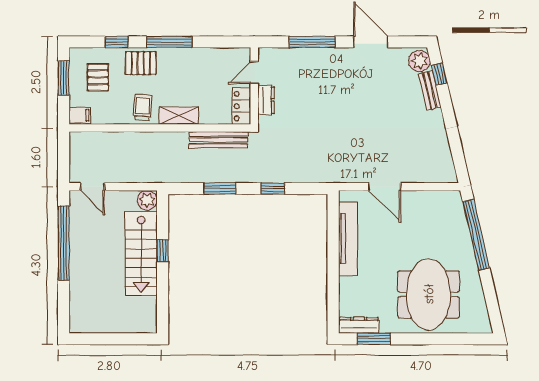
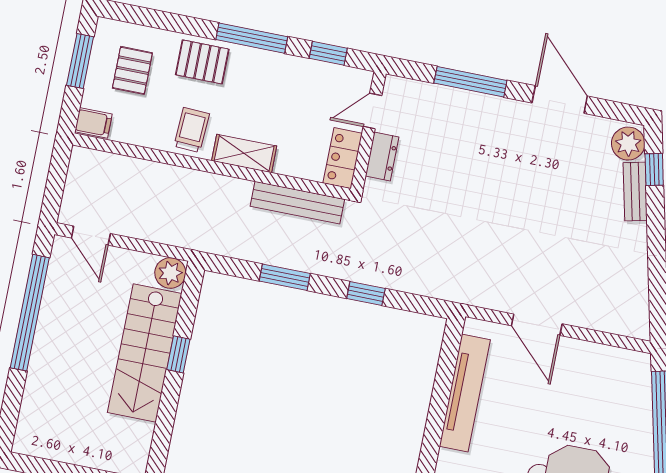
window: (117, 42) -> (328, 53), moved

